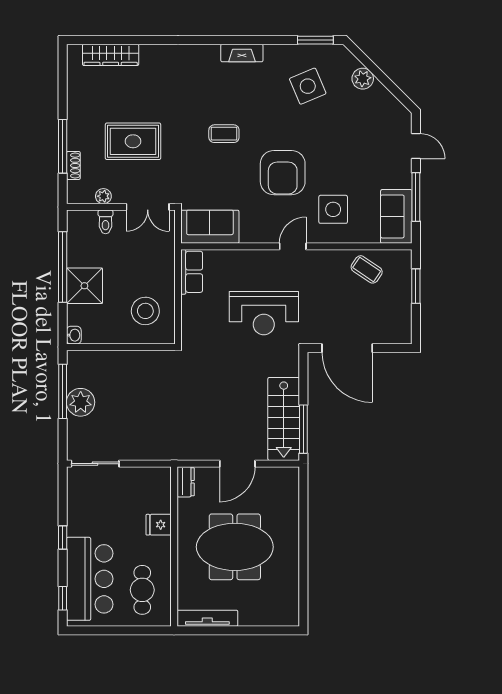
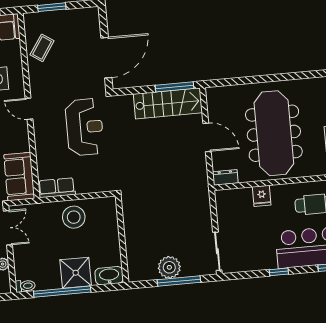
toilet: (106, 222) -> (25, 286), moved
stool: (145, 311) -> (74, 217), moved
washbasin: (74, 335) -> (109, 276), width x1.91, depth x1.45
window: (63, 391) -> (179, 281), moved
meeting table: (235, 547) -> (274, 133), width x1.36

